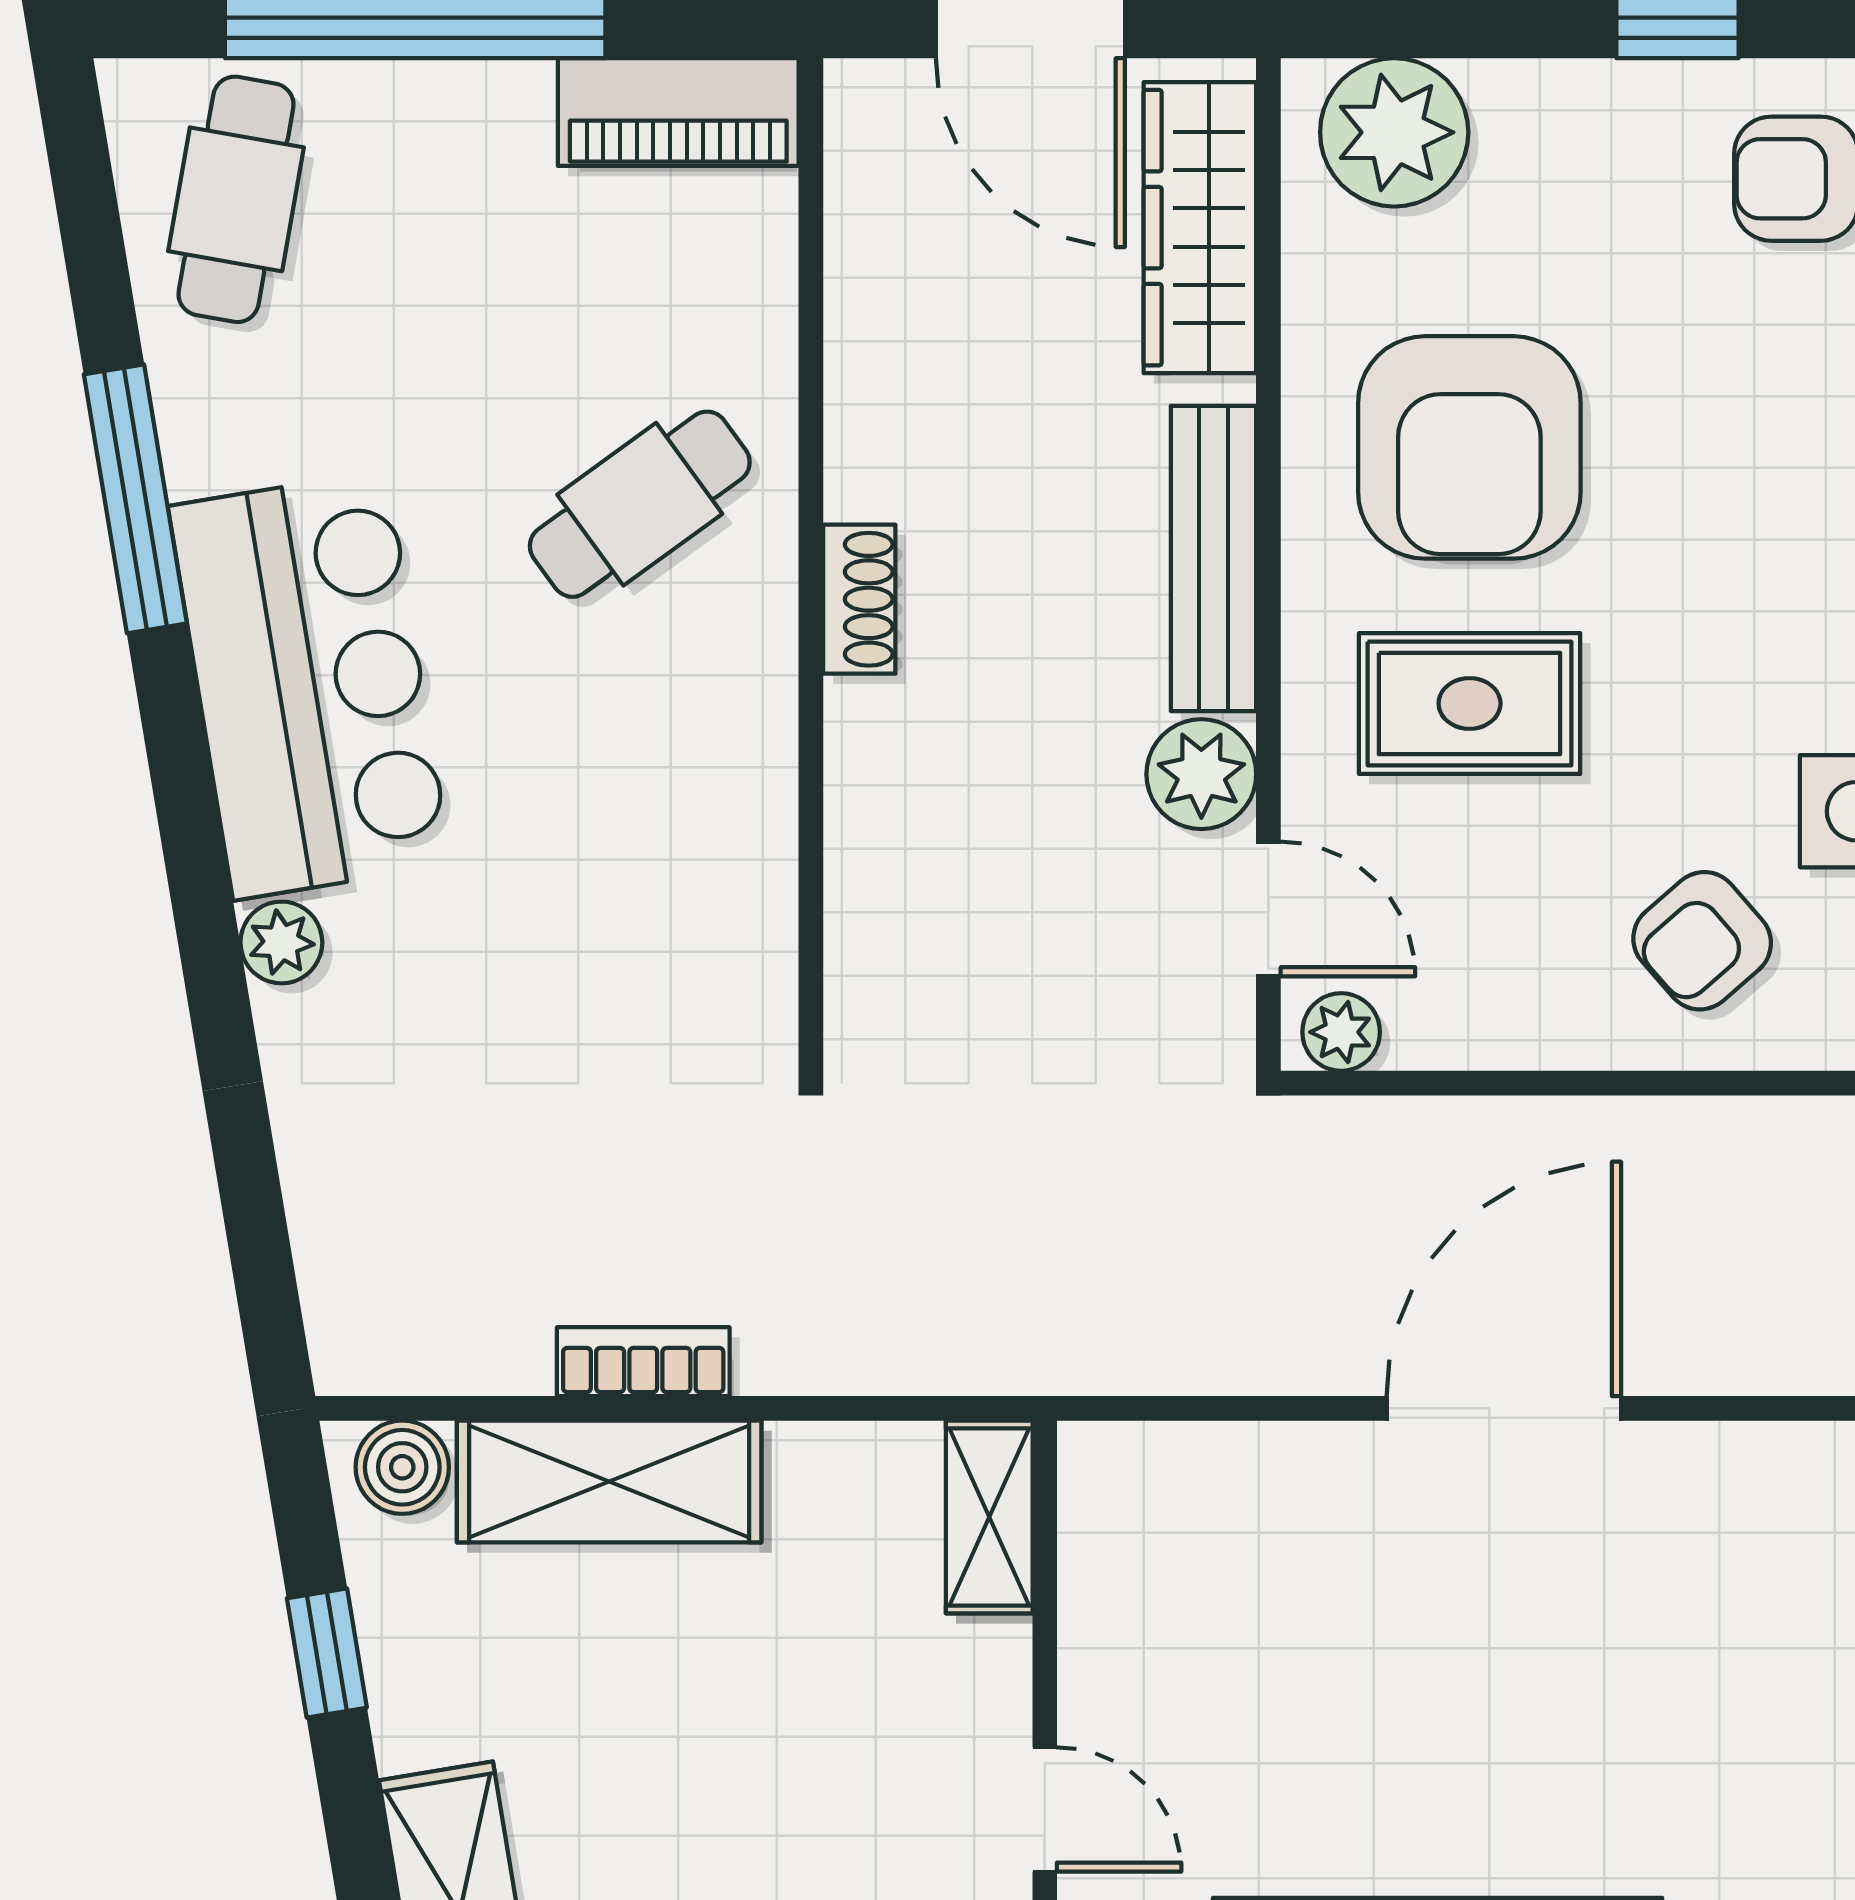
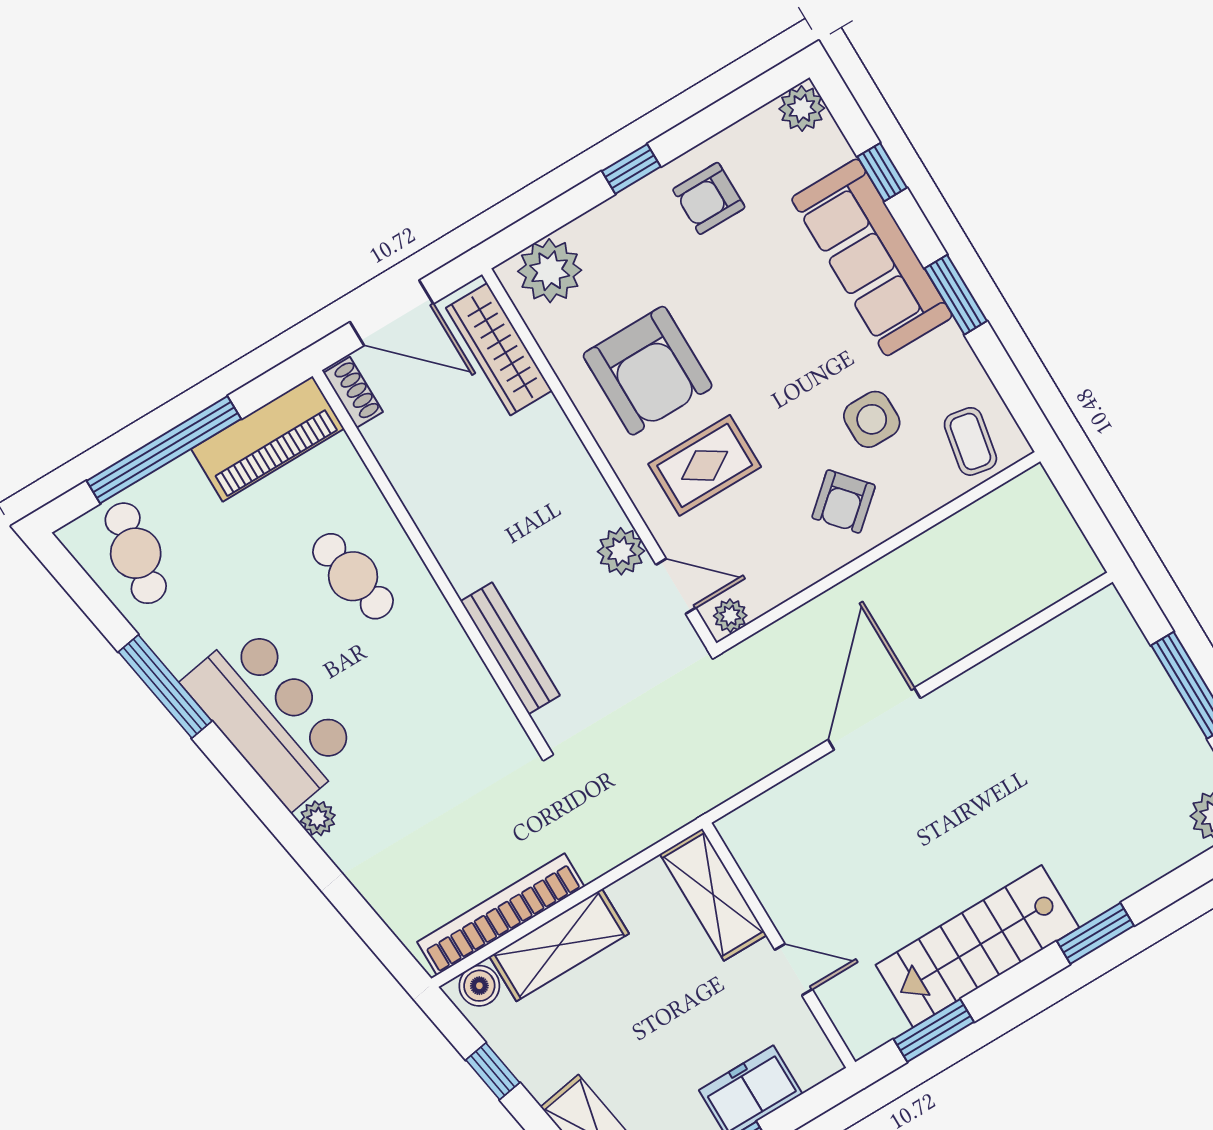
piano: (678, 112) -> (268, 439), width x1.37, depth x1.33
cafe table: (640, 504) -> (353, 576), turned -65
bench: (1213, 558) -> (510, 648), moved
shoe rack: (859, 599) -> (353, 392), moved
bookcase: (643, 1362) -> (501, 914), width x2.31, depth x1.31
shelving: (989, 1517) -> (713, 895), width x1.50, depth x1.33

